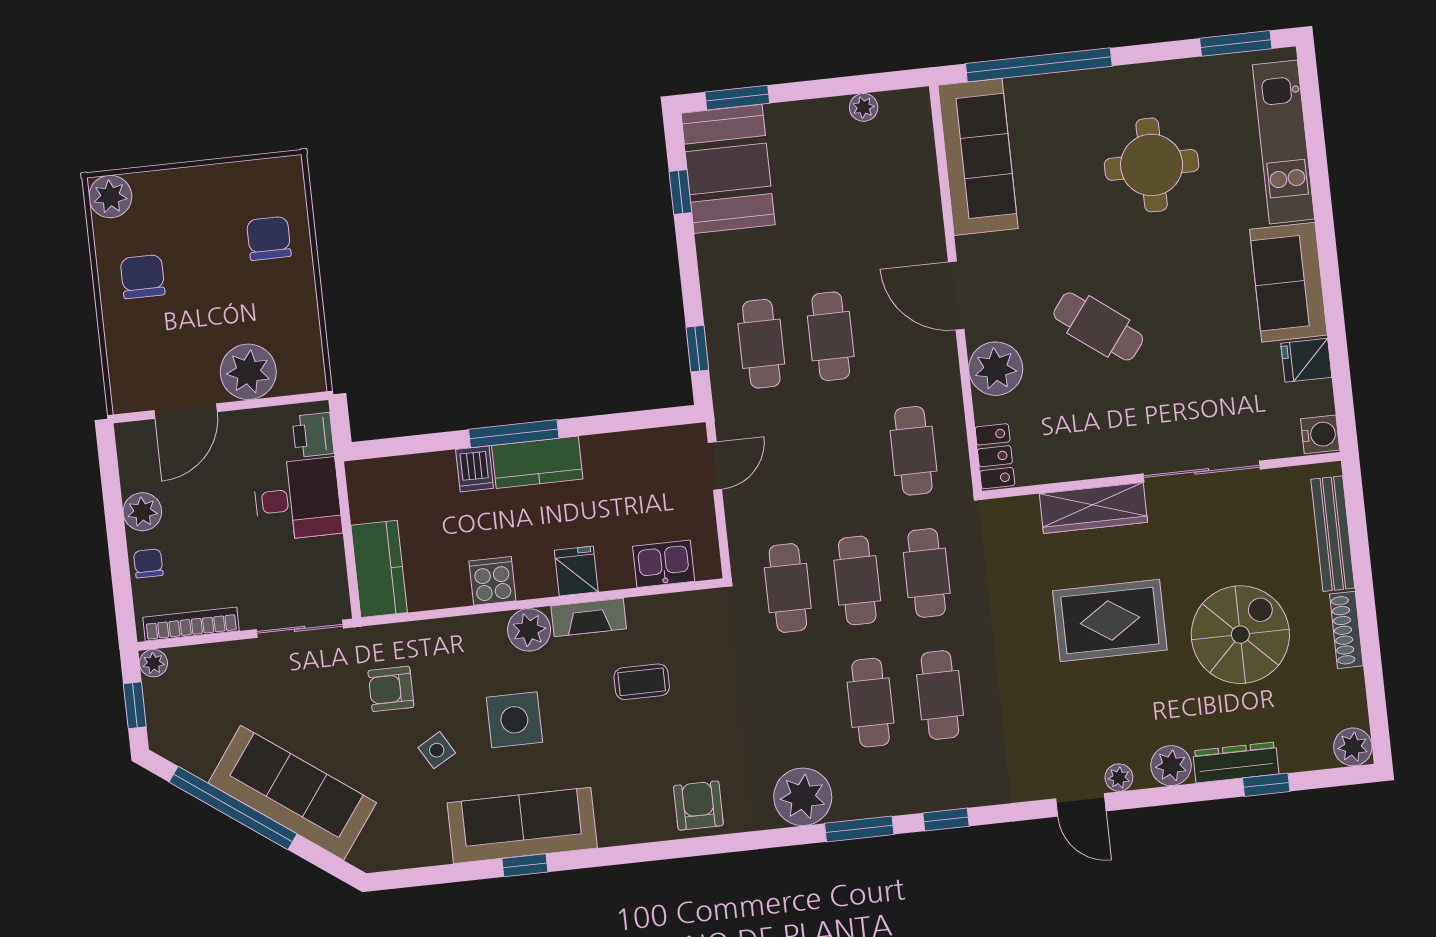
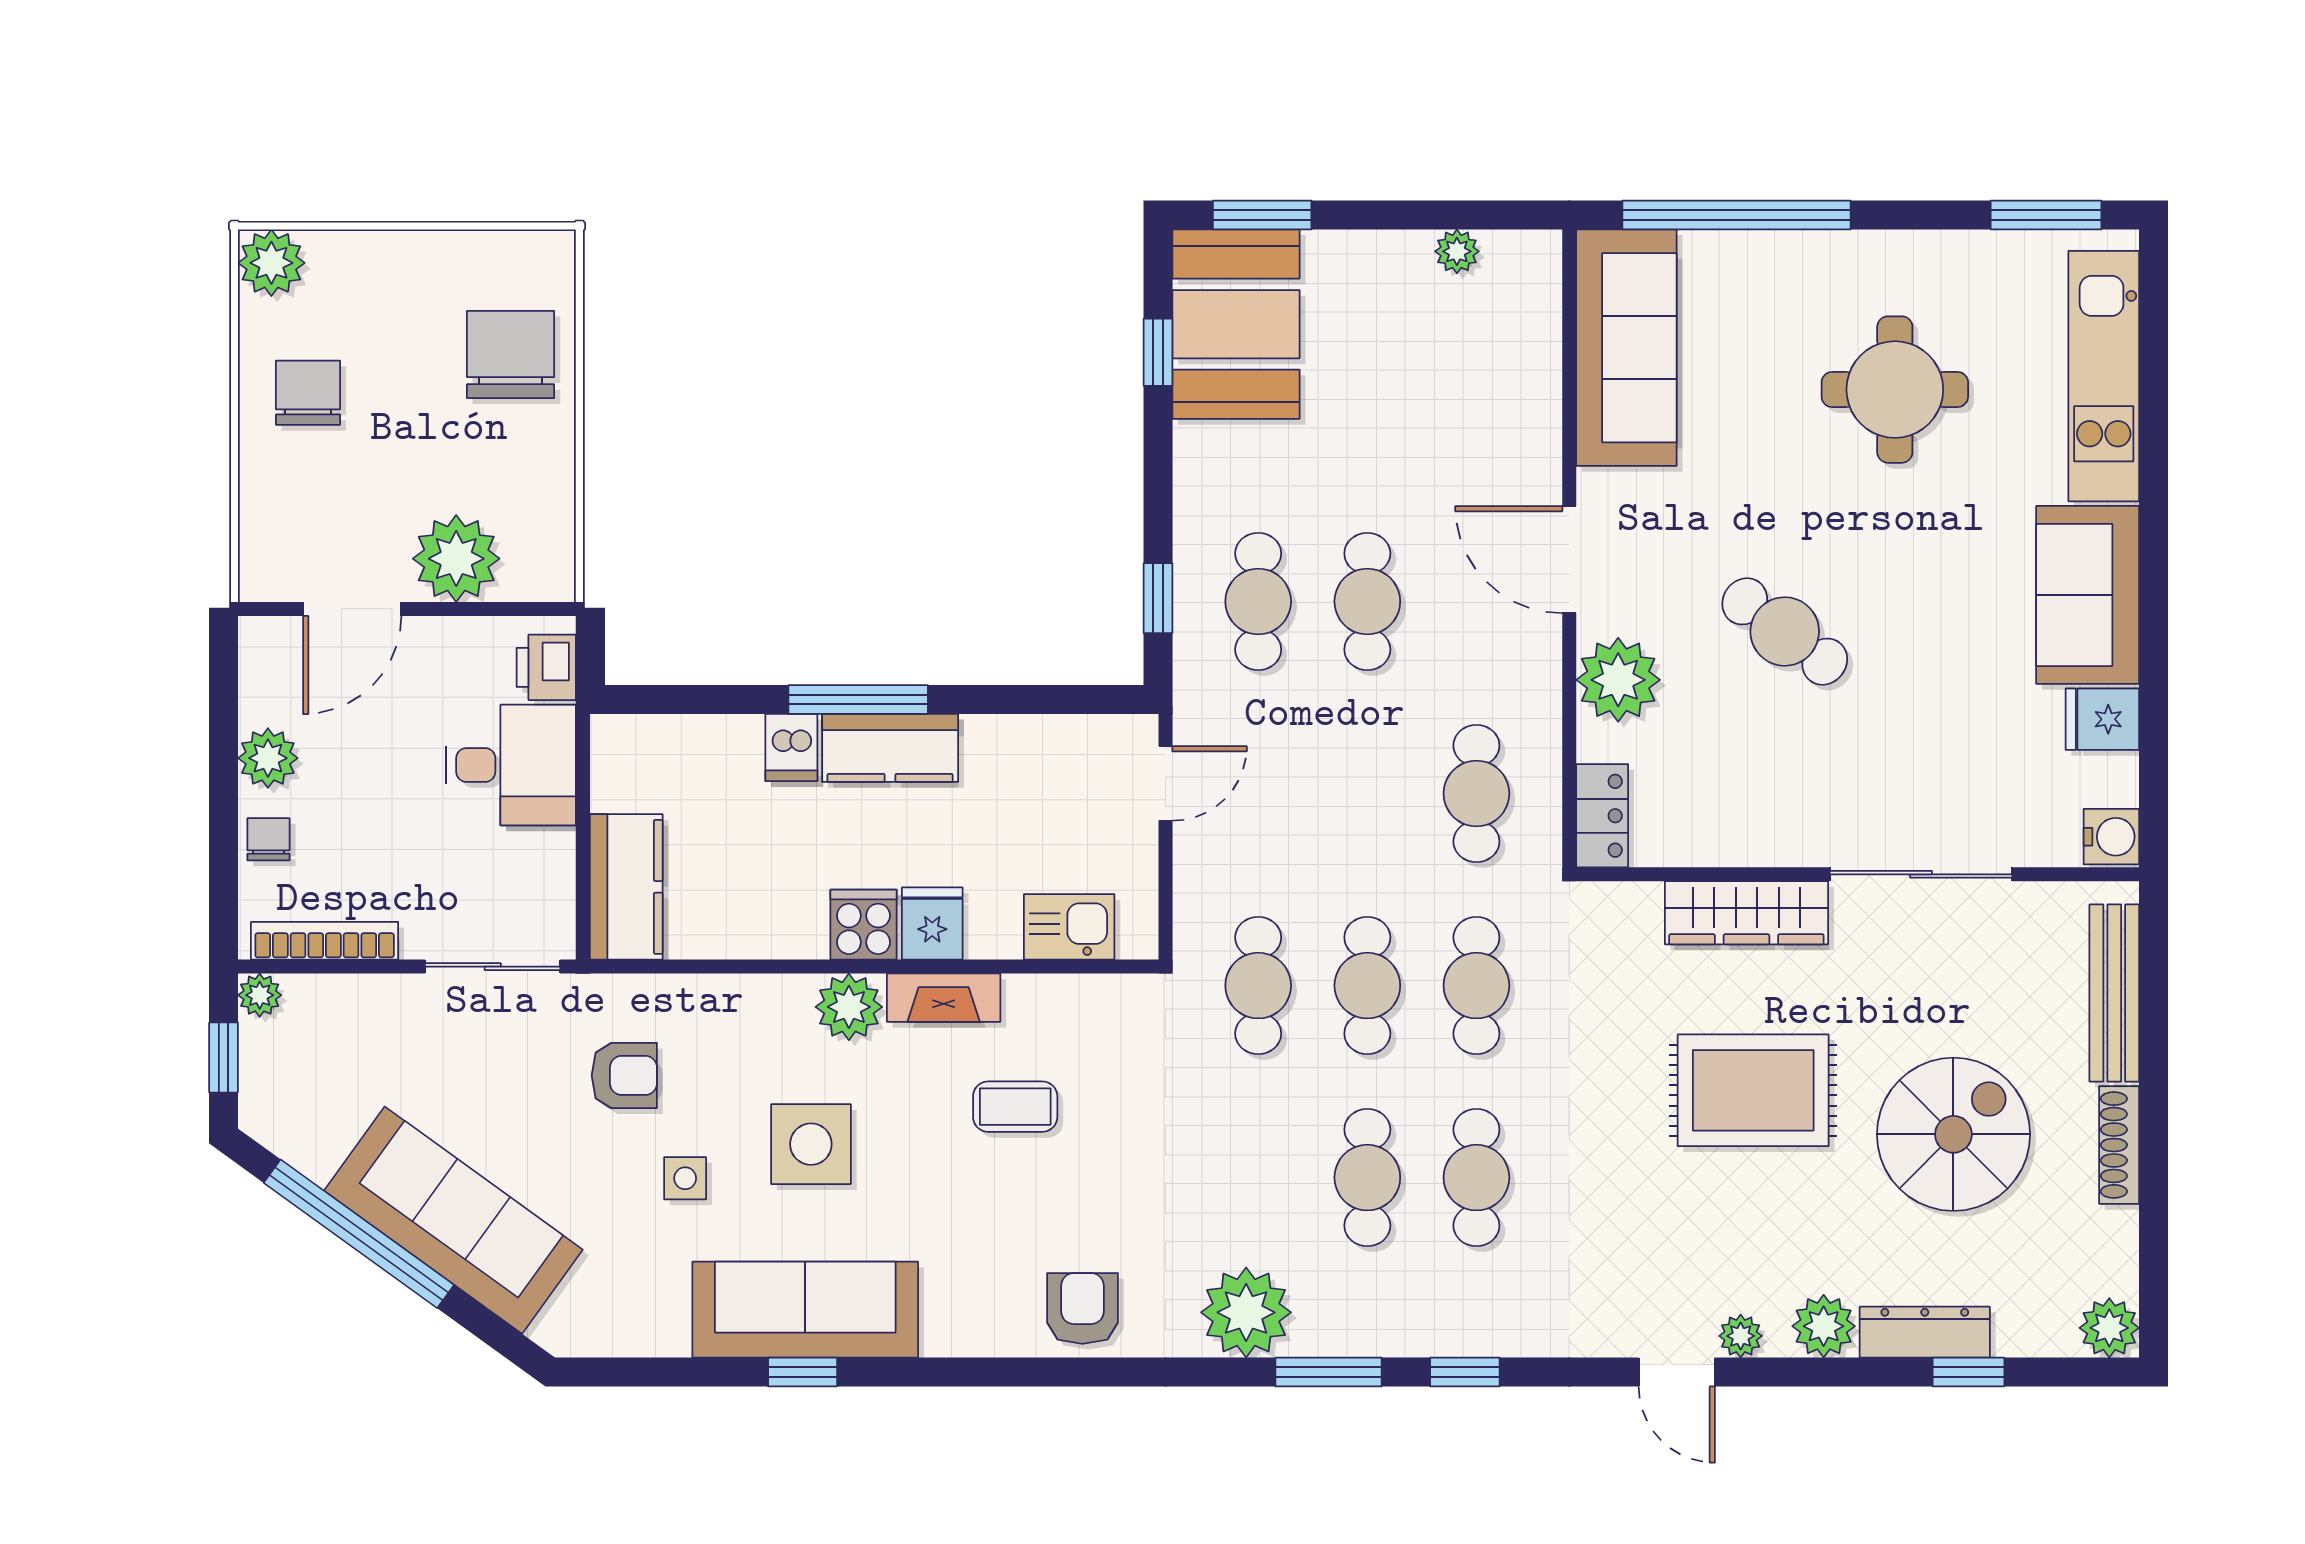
chair: (269, 238) -> (511, 354), width x1.37, depth x1.37
cooker: (492, 581) -> (864, 925), moved
armchair: (391, 689) -> (624, 1075), turned 180
side table: (437, 750) -> (685, 1178), turned 30

